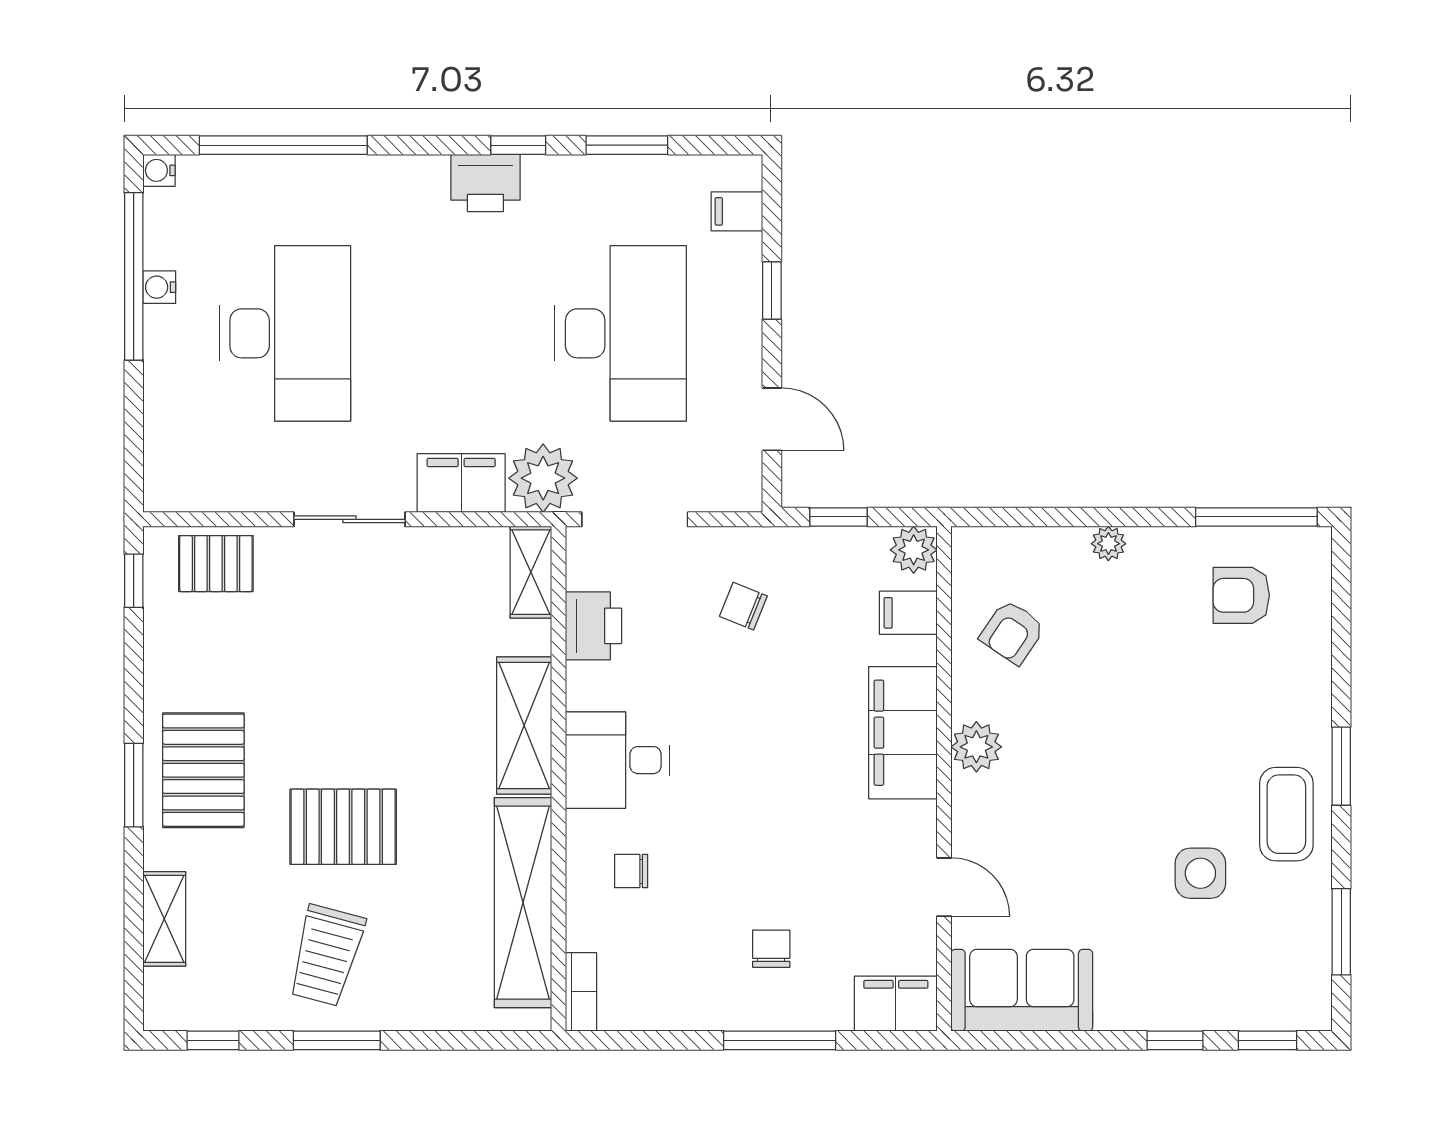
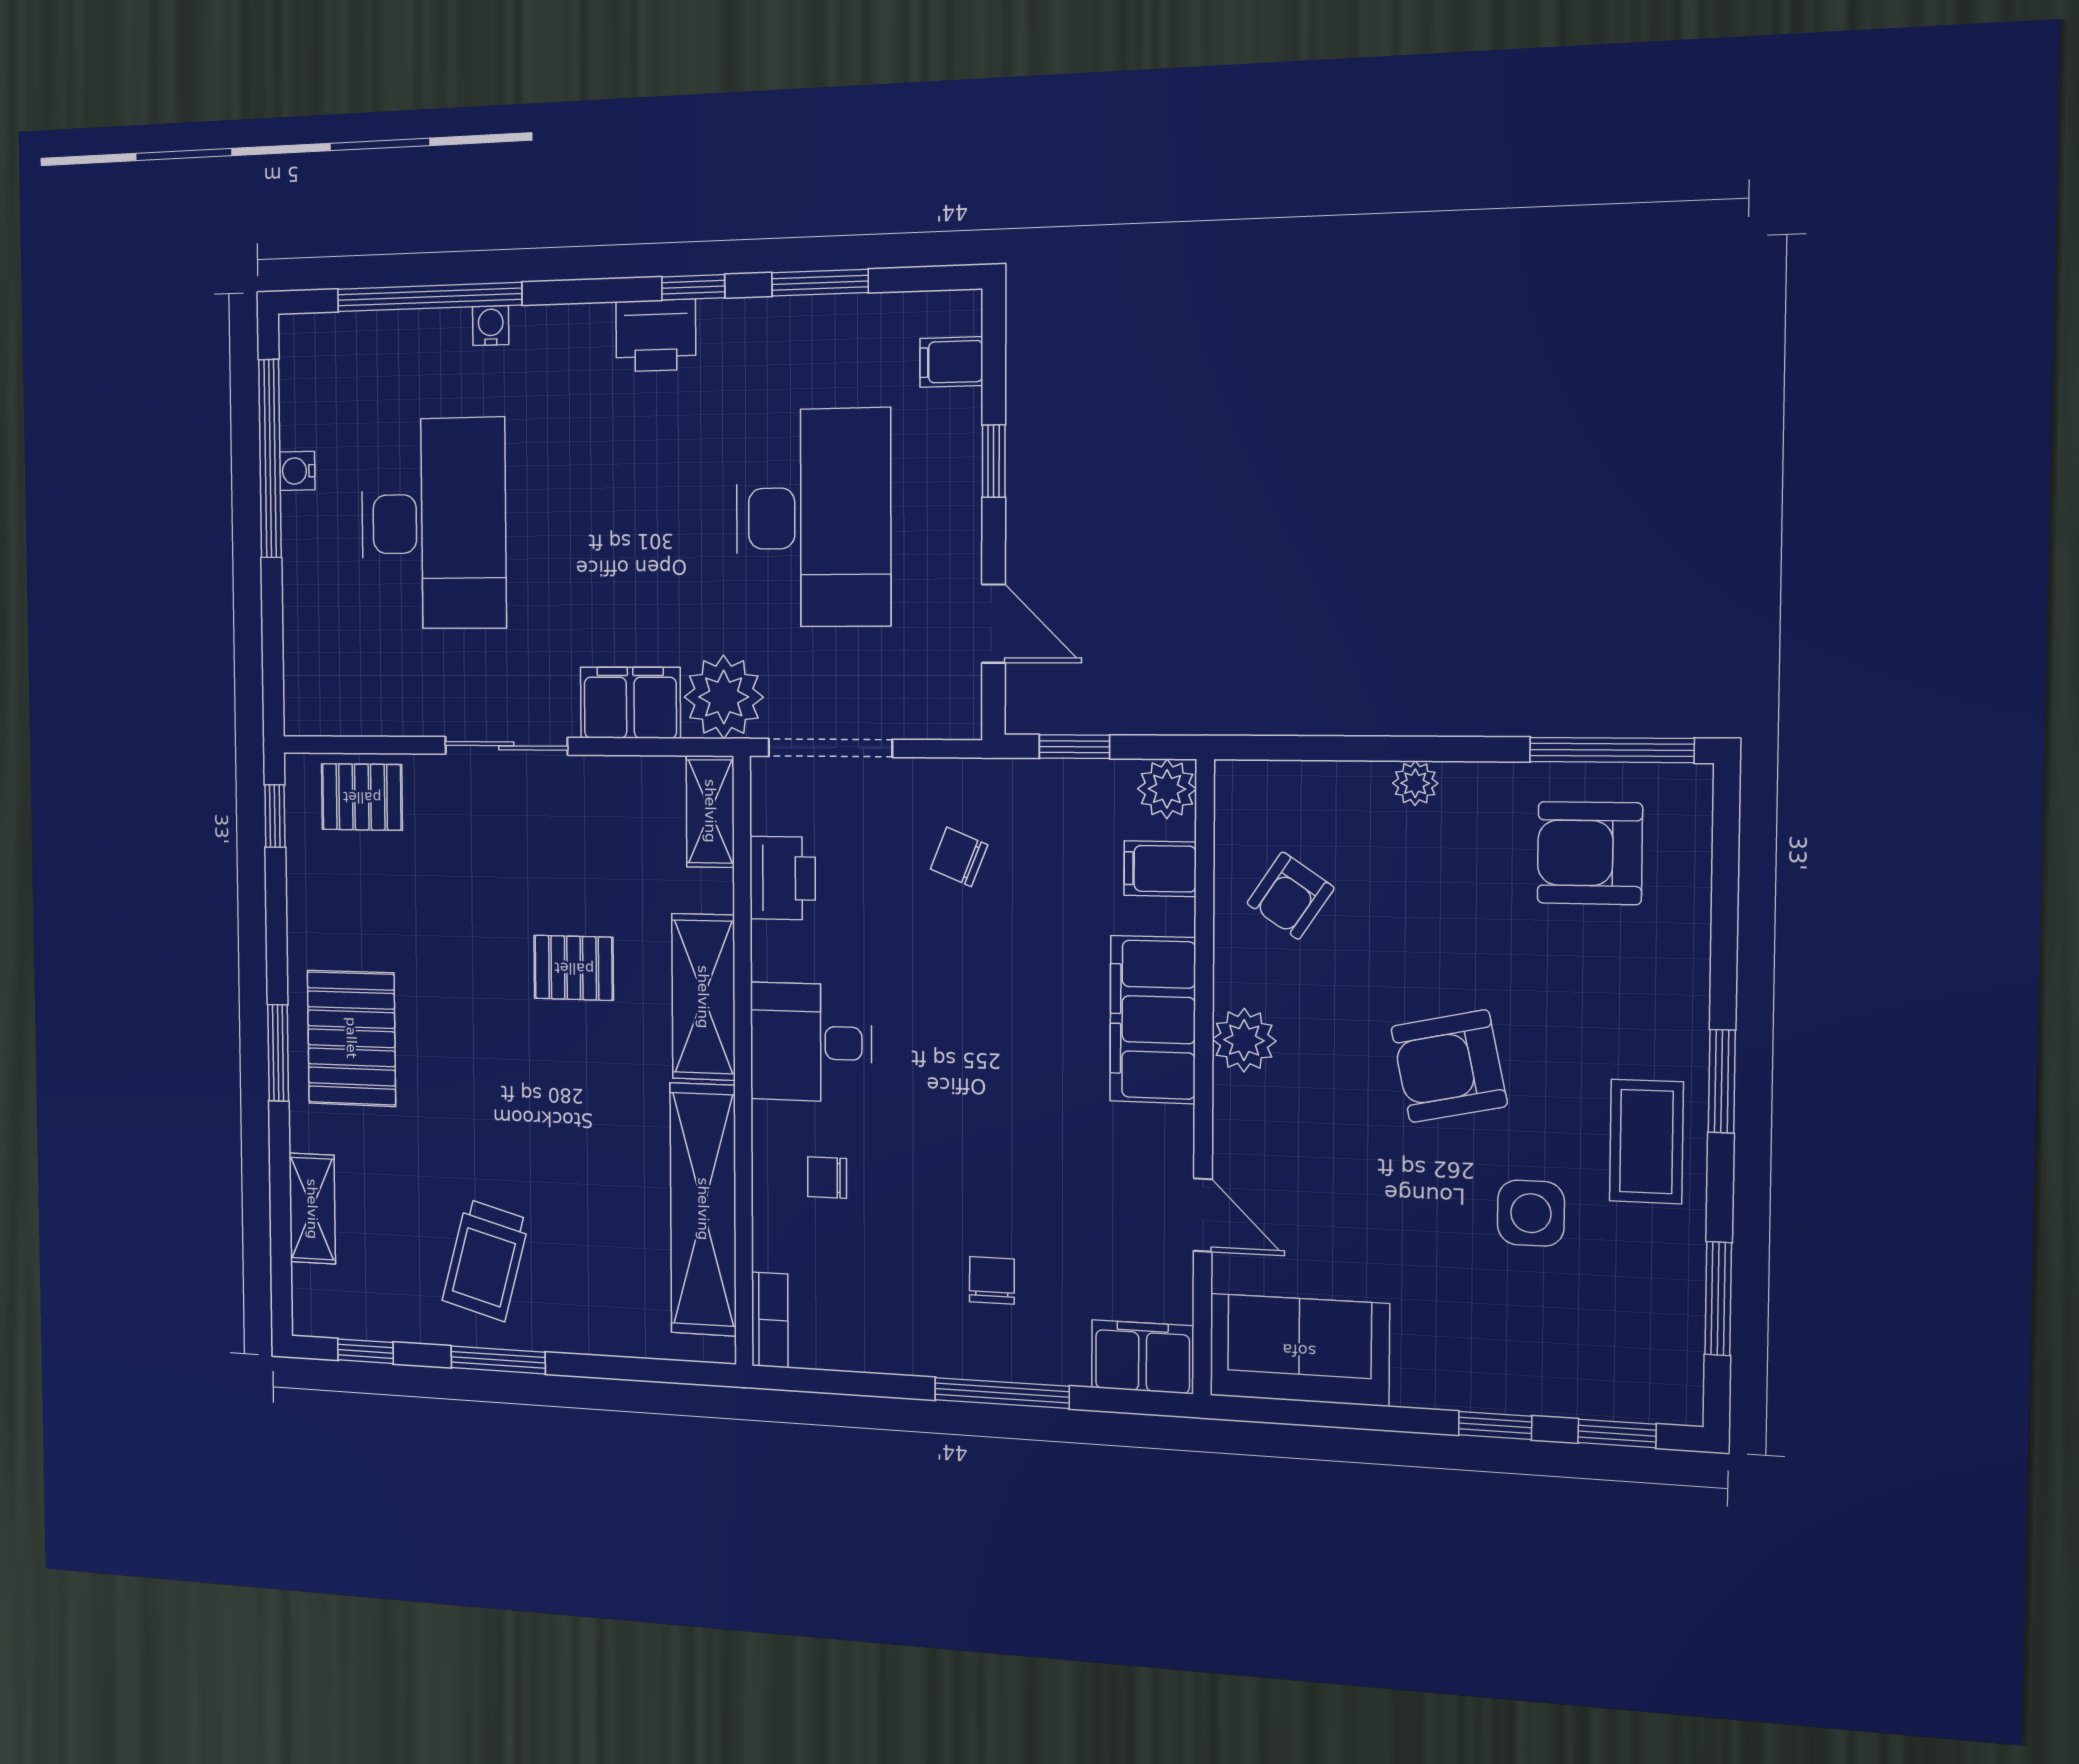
water cooler: (159, 170) -> (491, 326), moved, turned 90
armchair: (1241, 595) -> (1590, 853), width x1.38, depth x1.38
armchair: (1137, 762) -> (1449, 1066), added
pallet: (343, 827) -> (574, 968), moved, width x0.67, depth x0.71

